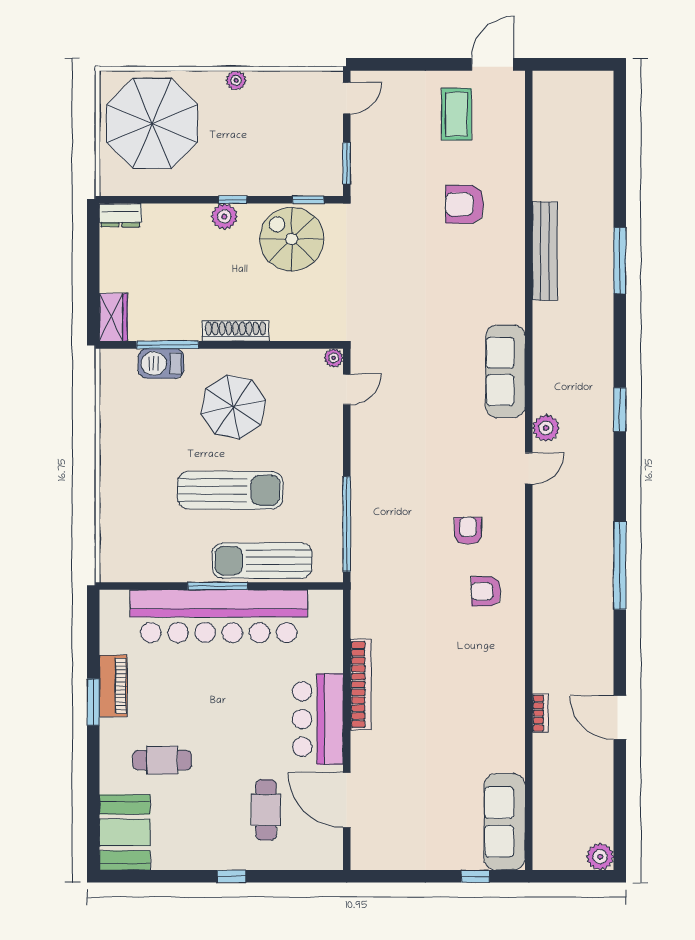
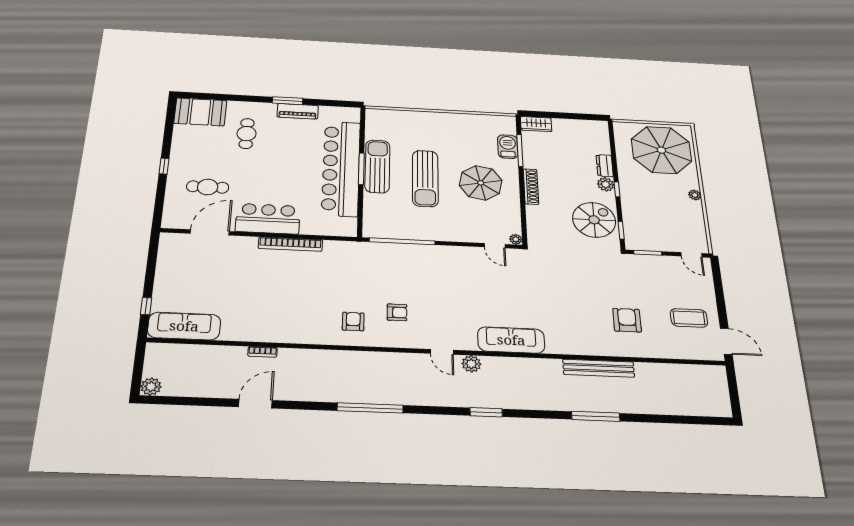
dresser: (120, 215) -> (605, 166), moved
sun lounger: (262, 561) -> (377, 166), moved

